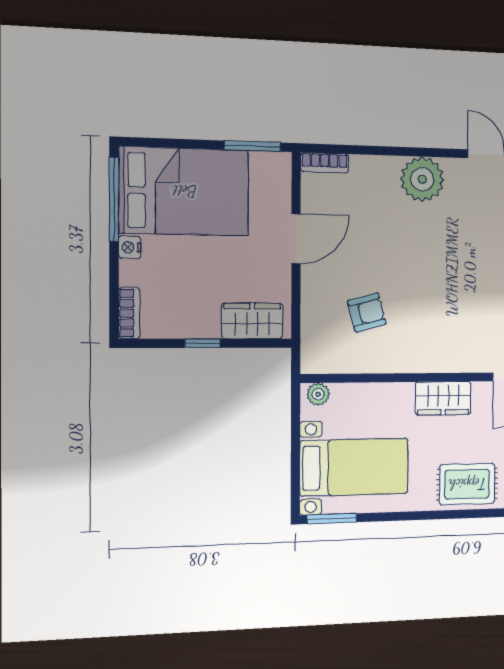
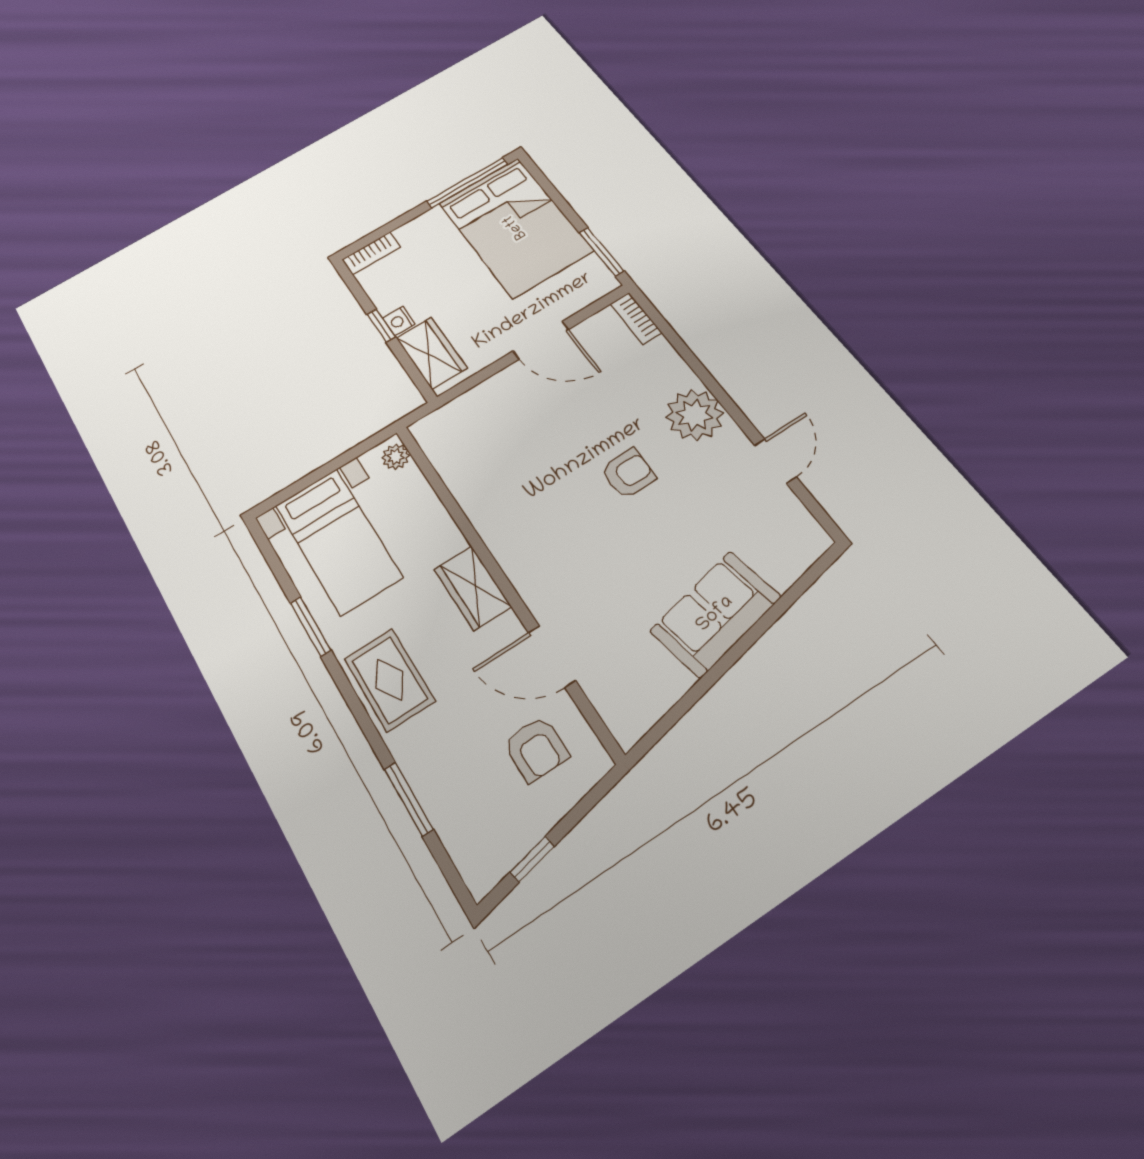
nightstand: (130, 247) -> (399, 321), moved, turned -90
armchair: (367, 312) -> (628, 474), moved, turned -75
window: (332, 519) -> (311, 626), moved

